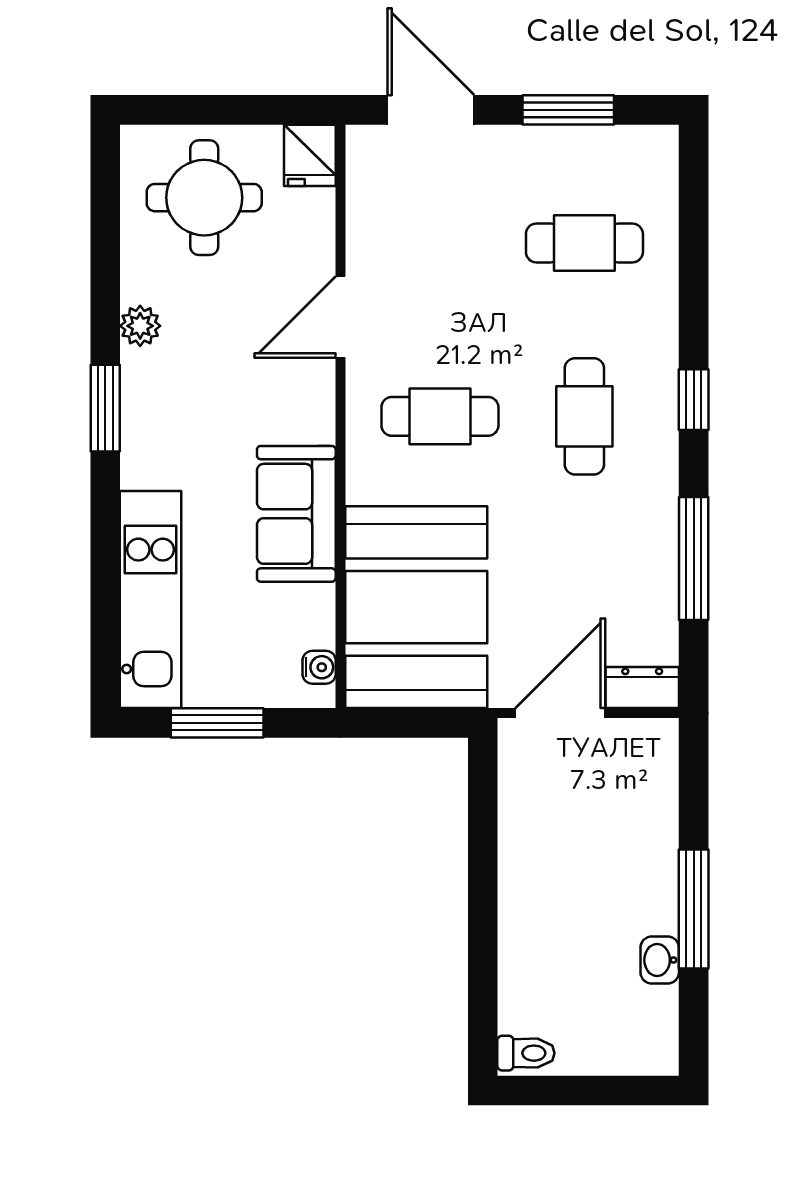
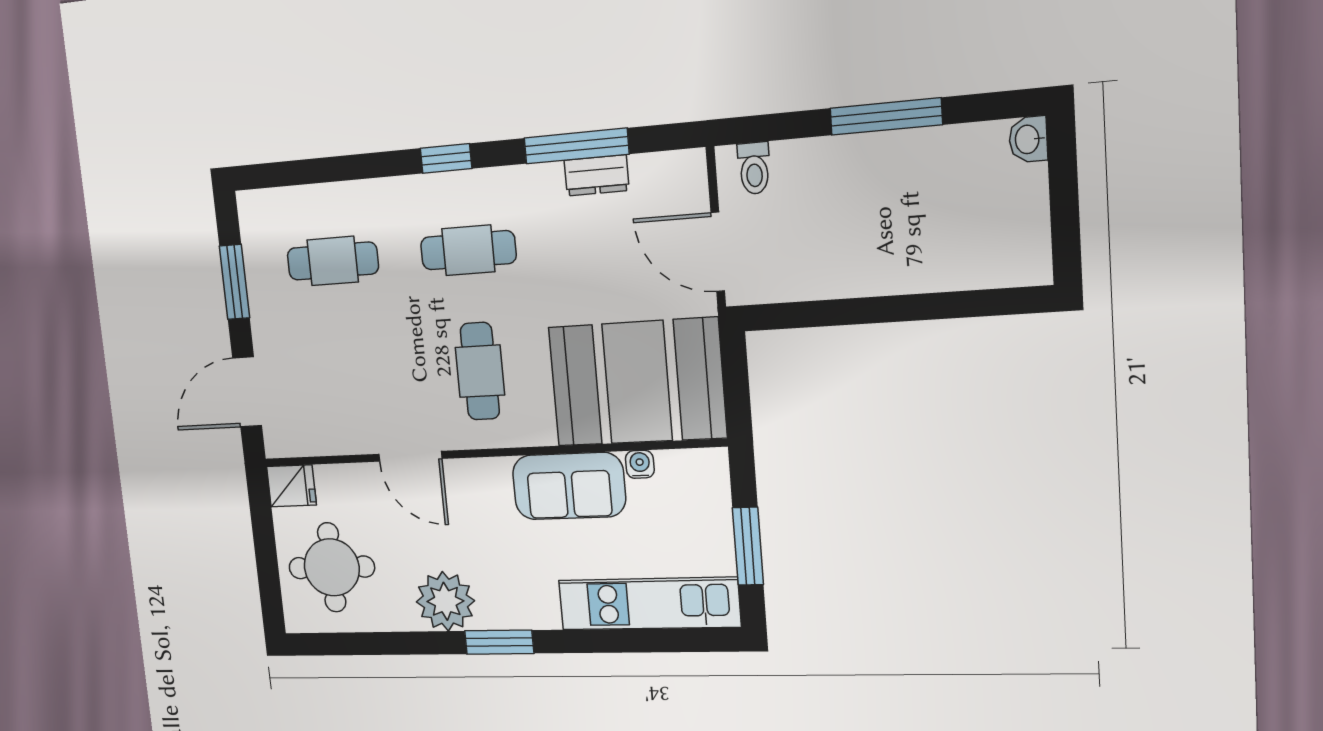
cafe table: (584, 243) -> (333, 261), turned 90
plant: (140, 326) -> (445, 601), width x1.88, depth x1.88
water cooler: (319, 667) -> (640, 464), moved
dresser: (642, 687) -> (597, 175), moved, turned -90
washbasin: (660, 960) -> (1028, 139), moved, turned 90
toilet: (526, 1053) -> (754, 168), moved, turned 180

